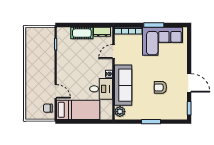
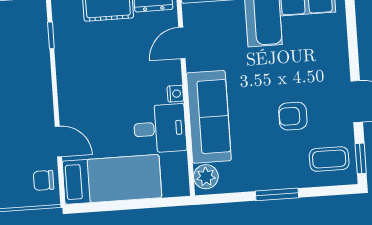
coffee table: (175, 108) -> (329, 159), added

